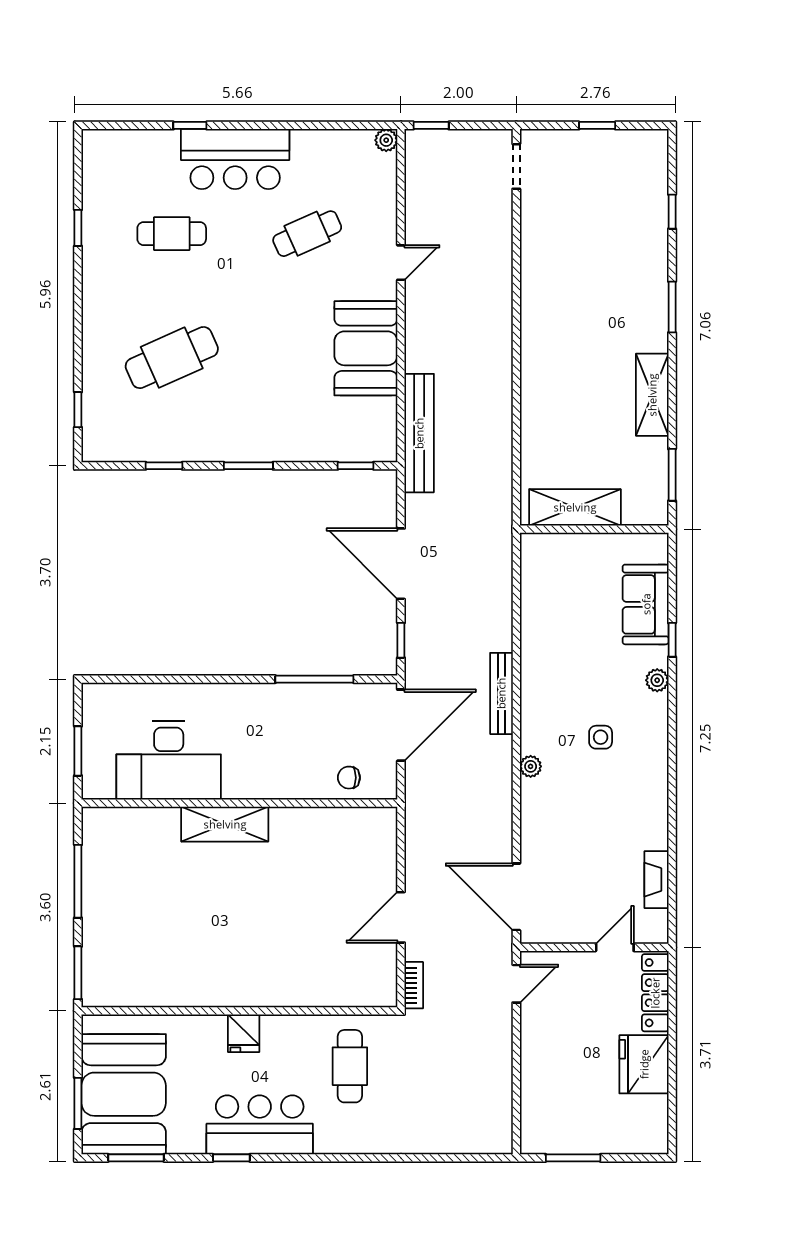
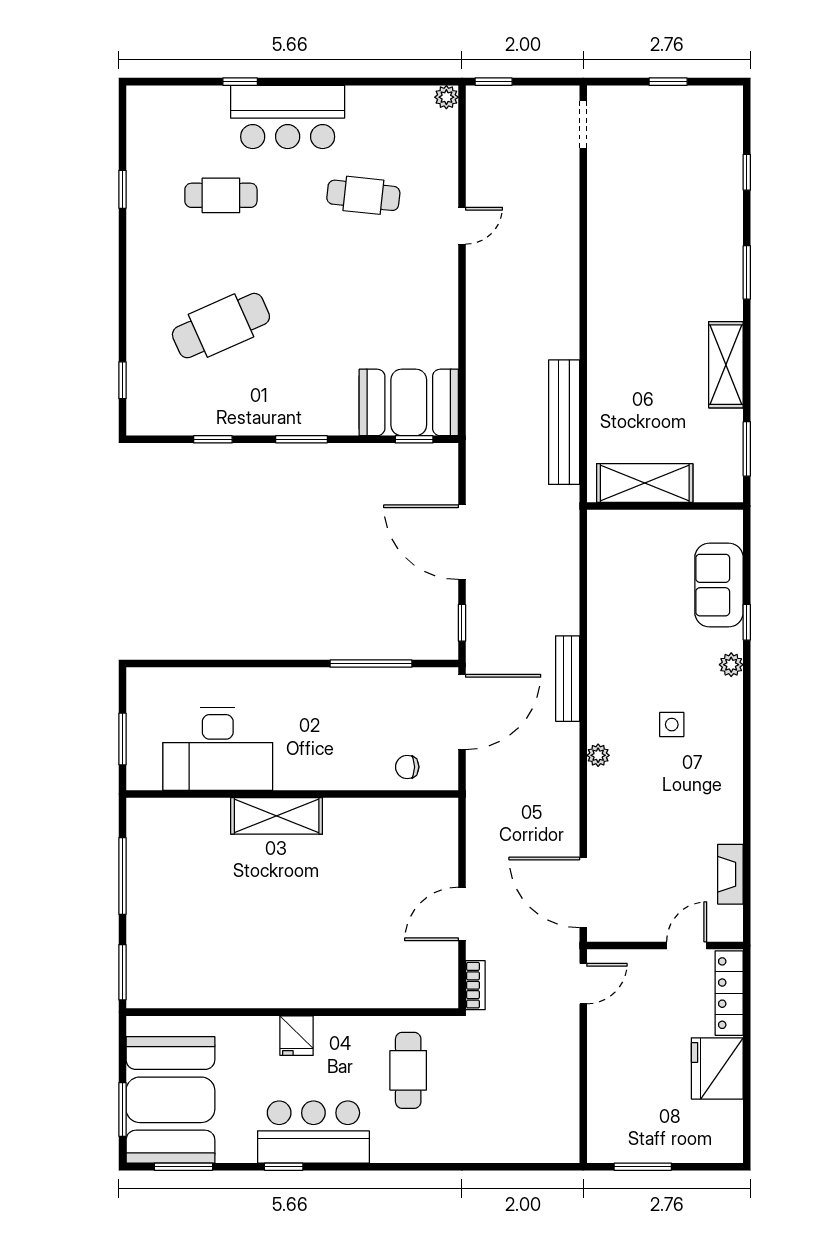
cafe table: (307, 234) -> (363, 195), turned 30
booth: (366, 348) -> (409, 402), moved, turned 90
bench: (419, 433) -> (564, 422), moved

